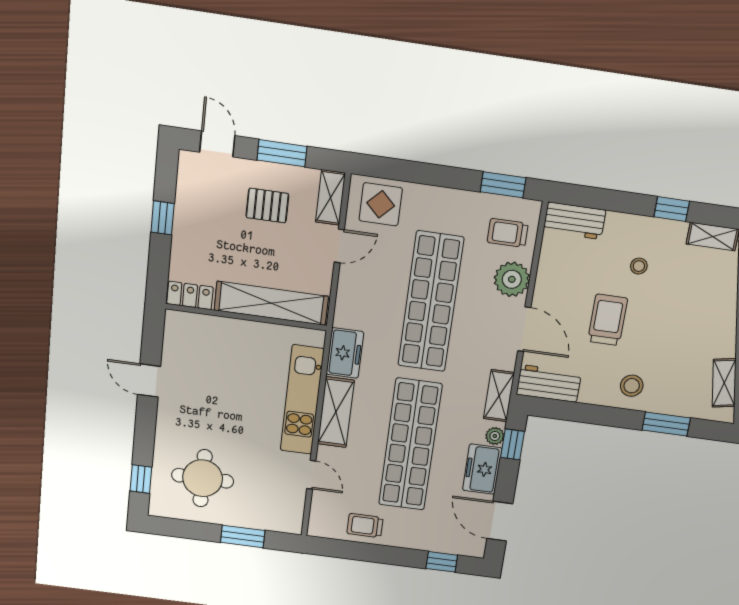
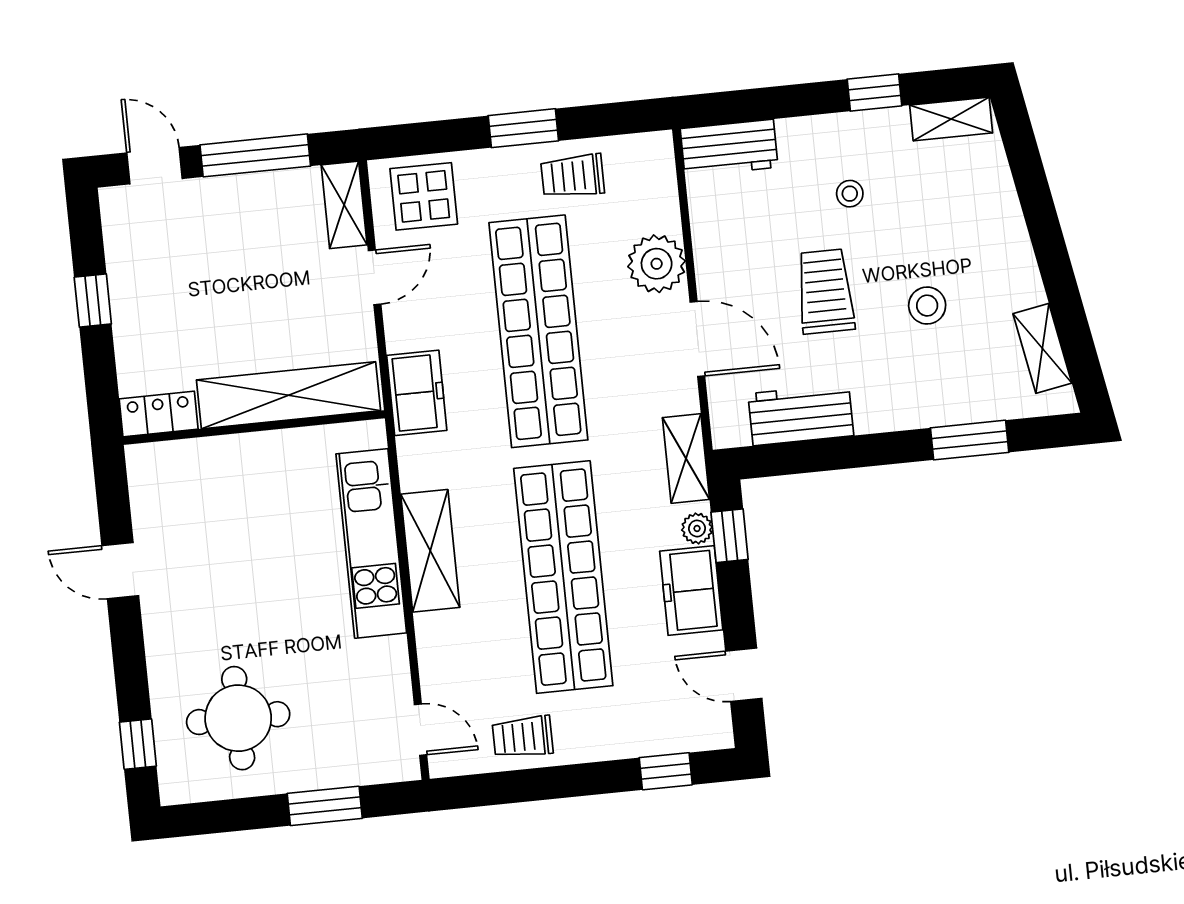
window: (282, 153) -> (255, 155), width x1.44
window: (503, 185) -> (523, 128), moved
pallet: (267, 206) -> (250, 241), removed
trolley: (508, 233) -> (573, 176), moved
freezer: (345, 353) -> (417, 393), moved
workbench: (549, 384) -> (801, 415), moved
stool: (632, 386) -> (927, 306), moved
door: (311, 475) -> (421, 730), moved
door: (500, 521) -> (744, 675), width x0.73

